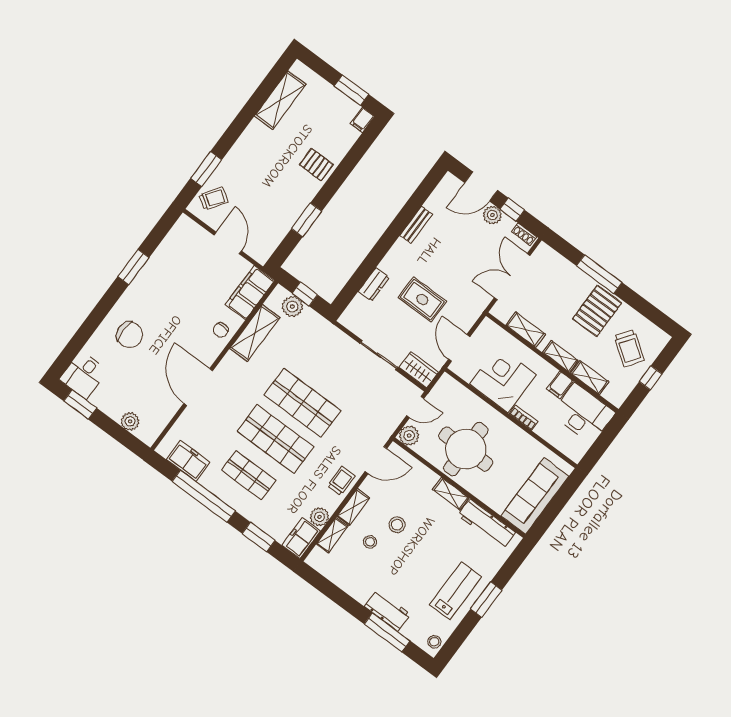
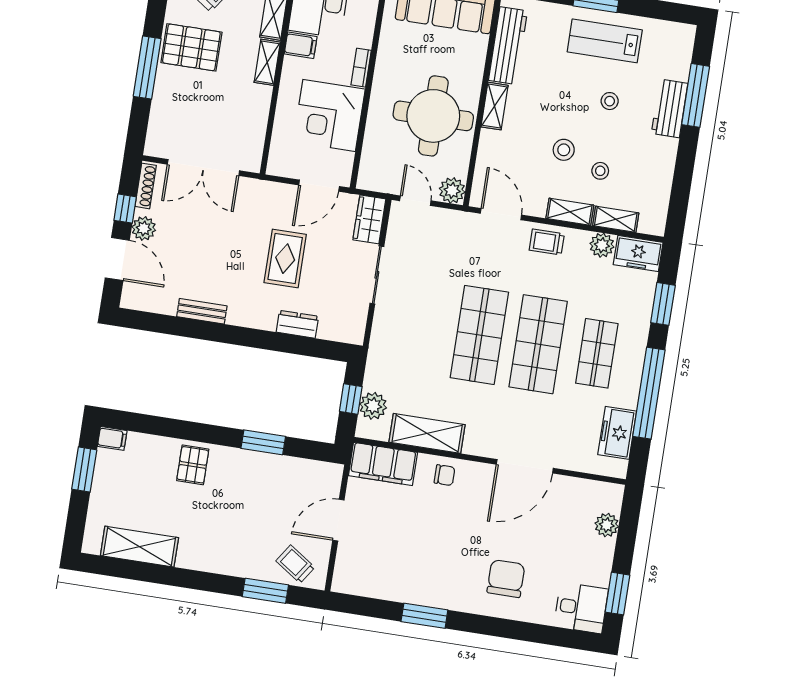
shoe rack: (524, 234) -> (146, 186), width x1.43
shelving: (526, 330) -> (257, 119), removed
stool: (434, 642) -> (610, 101), moved

